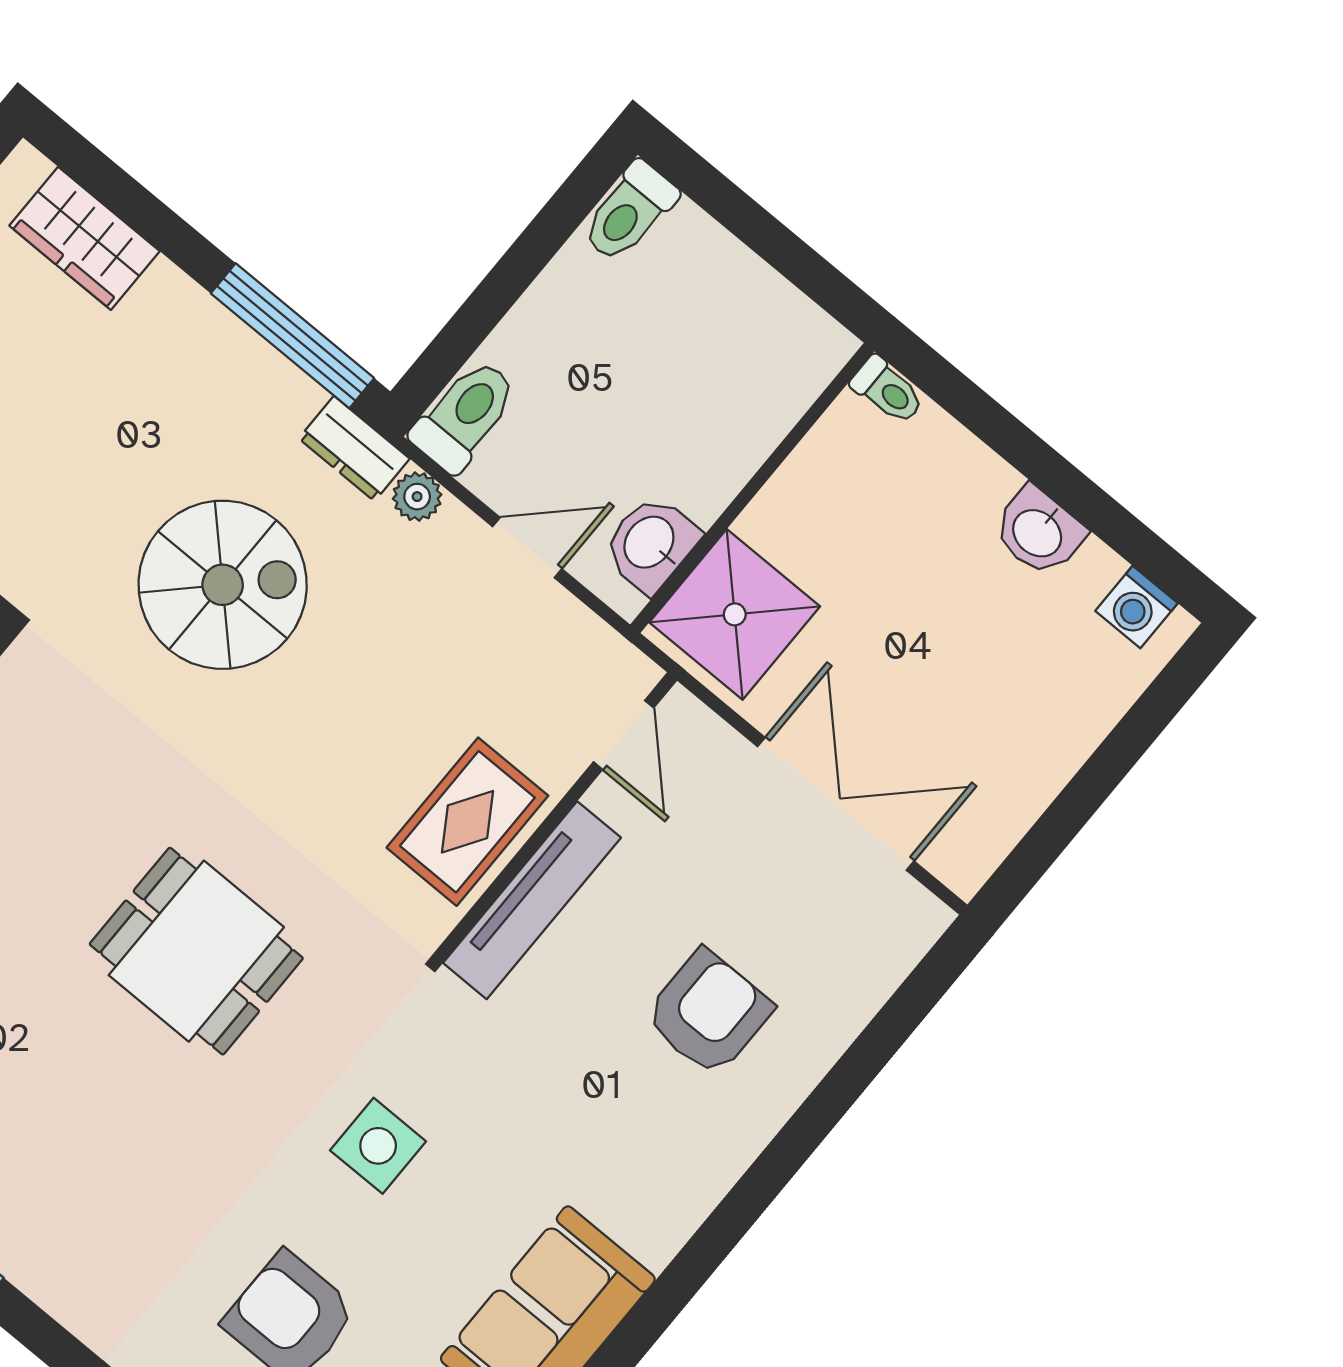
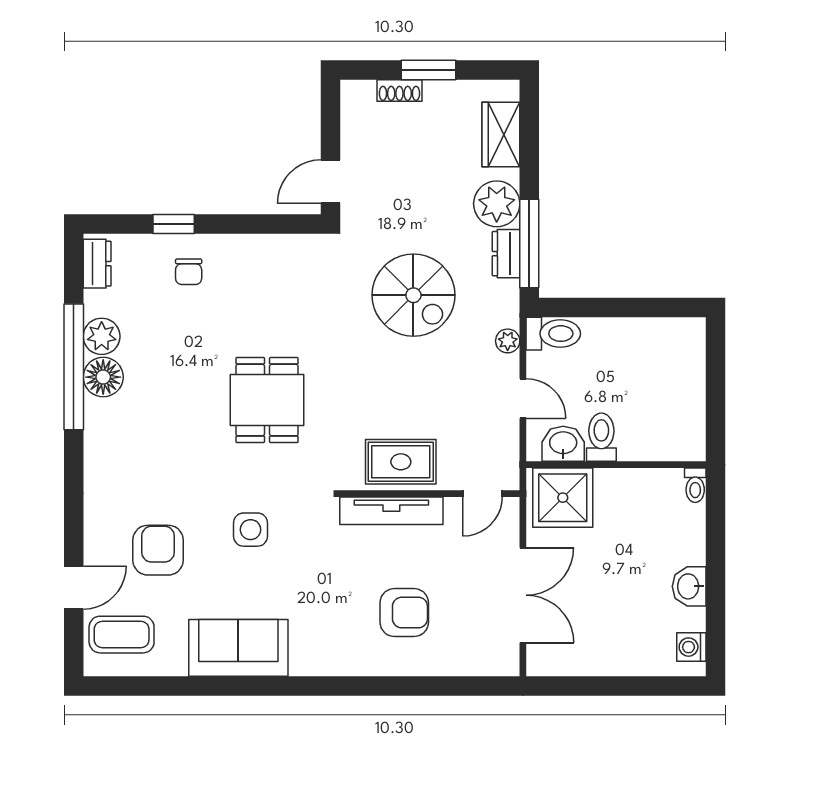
toilet: (629, 212) -> (601, 437), moved, turned 90
plant: (188, 335) -> (497, 204), added
dresser: (354, 449) -> (506, 254), moved

